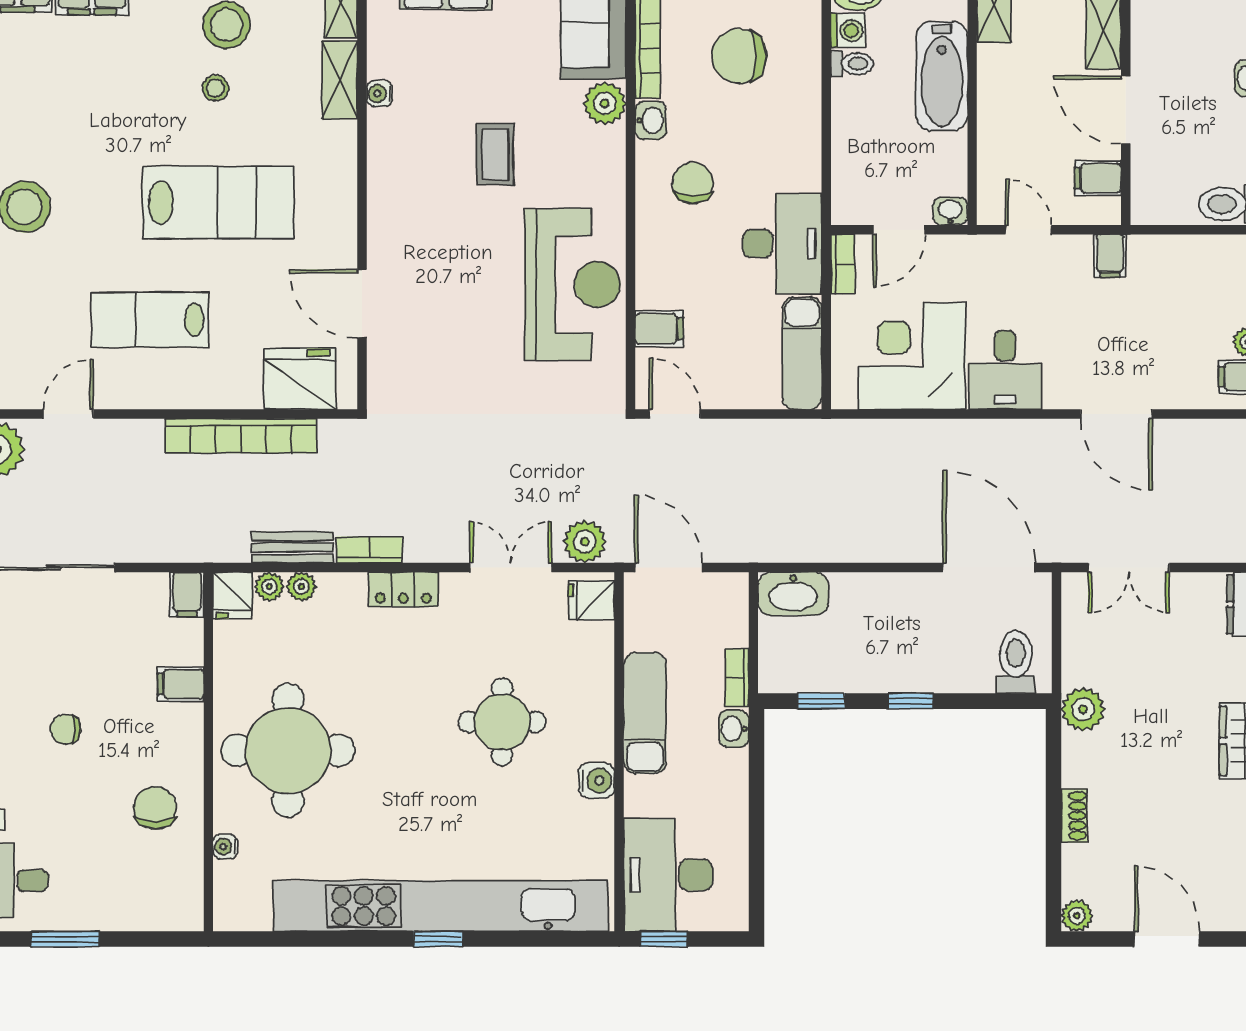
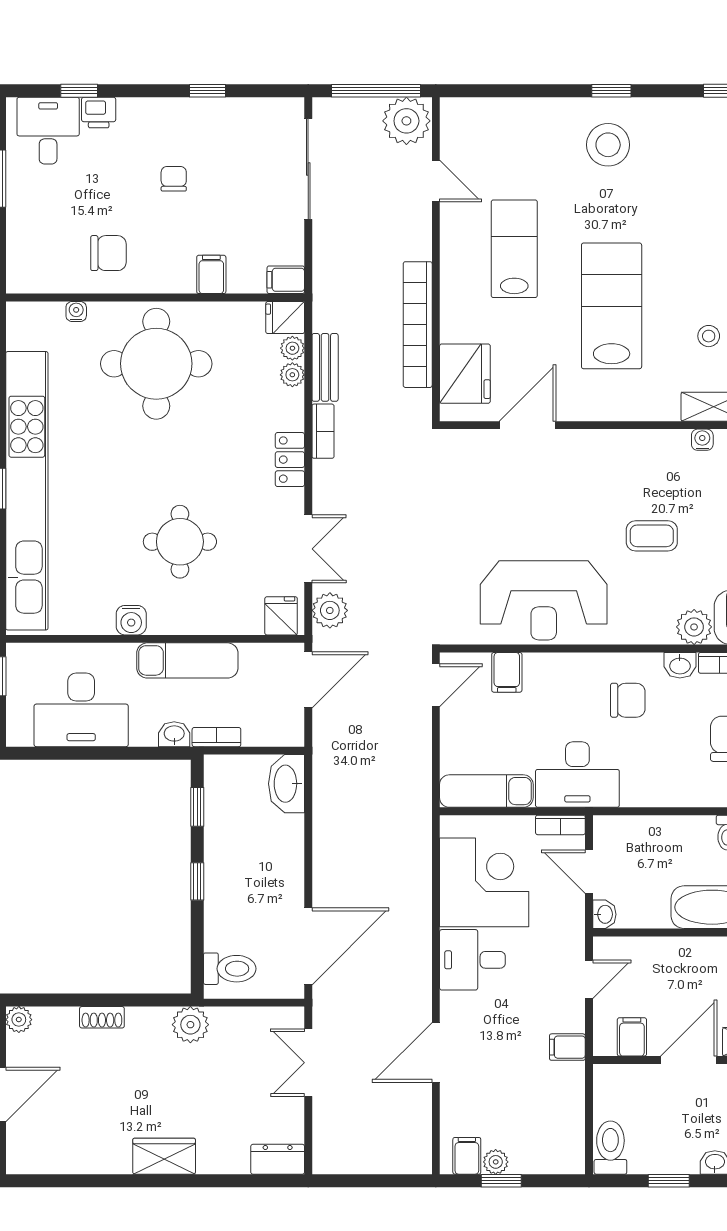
stool: (215, 88) -> (709, 336), moved
lab bench: (218, 203) -> (612, 306), turned 180
desk: (668, 875) -> (81, 710), moved, turned 180

